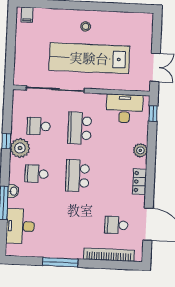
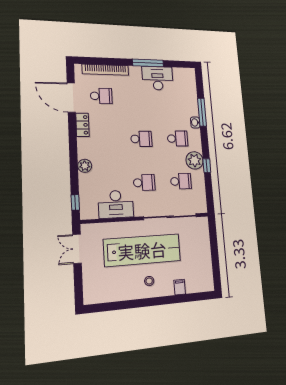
filing cabinet: (27, 15) -> (180, 287), moved
desk: (124, 108) -> (116, 204), moved
school desk: (80, 128) -> (144, 183), width x0.54
school desk: (78, 176) -> (141, 139), width x0.54
locker: (140, 182) -> (82, 125), moved
desk: (20, 226) -> (158, 78), moved, turned -90

